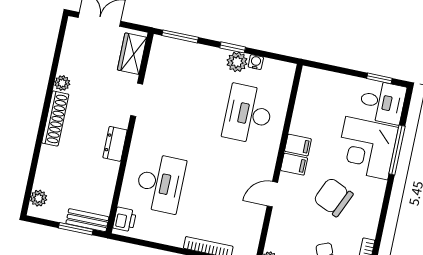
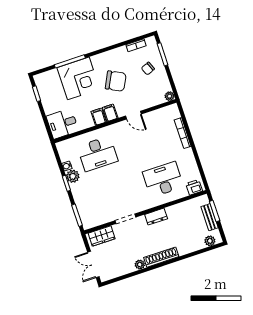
desk: (382, 102) -> (62, 124), moved, turned -90
chair: (333, 197) -> (116, 81), turned -87
bench: (87, 220) -> (210, 217), moved

